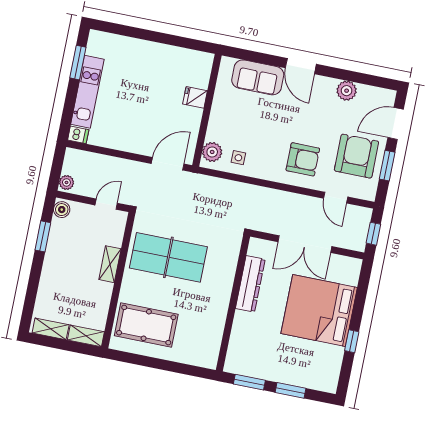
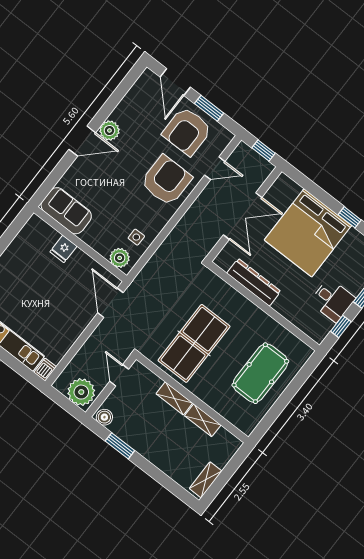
sofa: (258, 77) -> (66, 211), moved, turned -90
plant: (347, 91) -> (109, 130), moved
armchair: (356, 156) -> (187, 131), turned -90
armchair: (303, 159) -> (166, 180), width x1.36, depth x1.36
plant: (66, 182) -> (81, 392), width x1.88, depth x1.88
pool table: (146, 325) -> (260, 373), moved
shelving: (86, 336) -> (203, 420), moved, turned 90
desk: (269, 363) -> (333, 300), added
window: (249, 382) -> (341, 326), width x0.67

